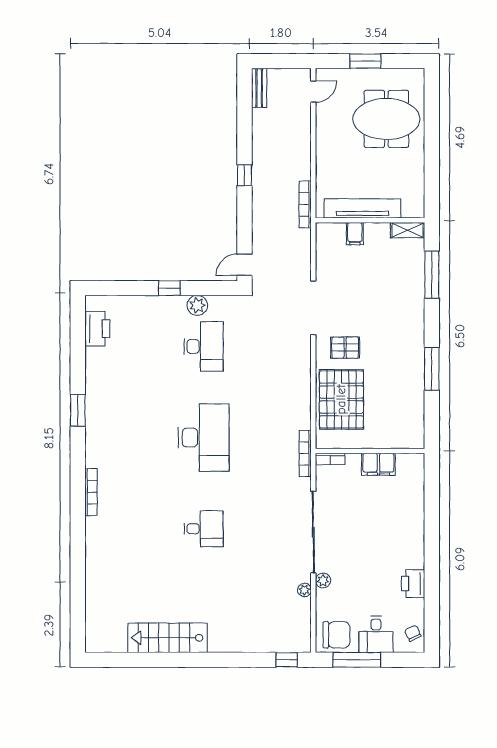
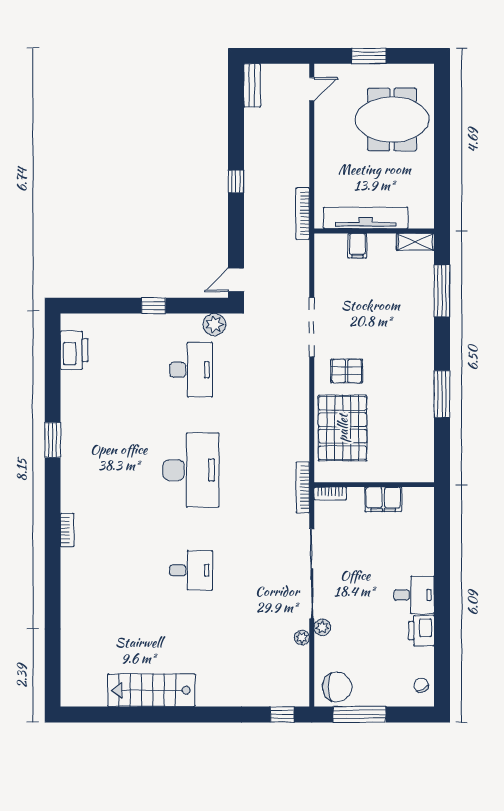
plant: (197, 305) -> (214, 325), moved
bookcase: (91, 492) -> (67, 530), width x0.64
desk: (376, 634) -> (414, 595), moved, turned -90

